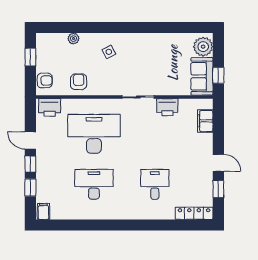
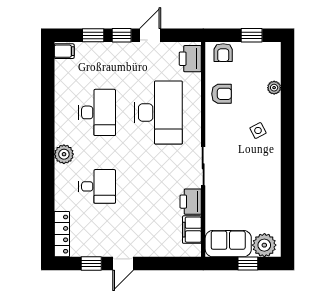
window: (218, 75) -> (248, 264), moved
filing cabinet: (205, 121) -> (192, 230), moved, turned -90
plant: (128, 212) -> (64, 154), added

